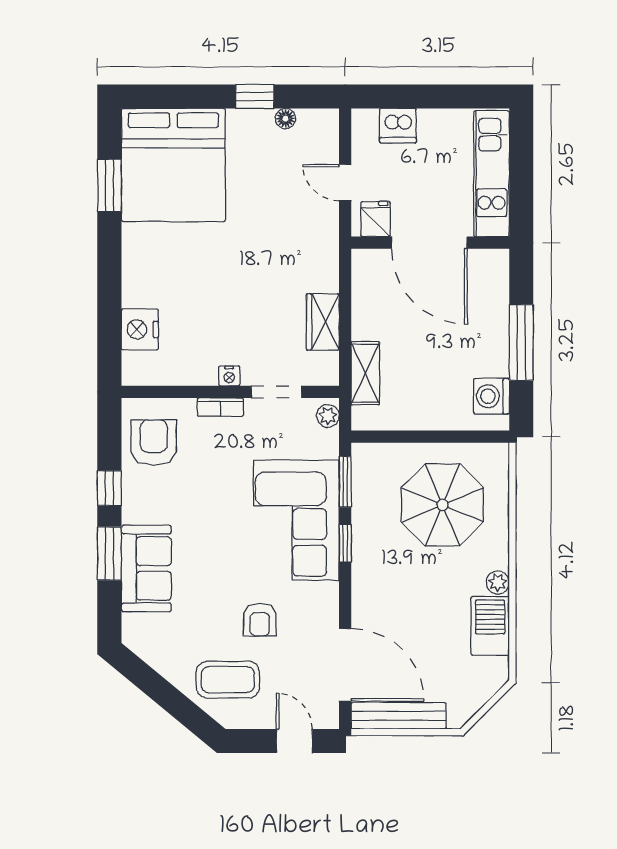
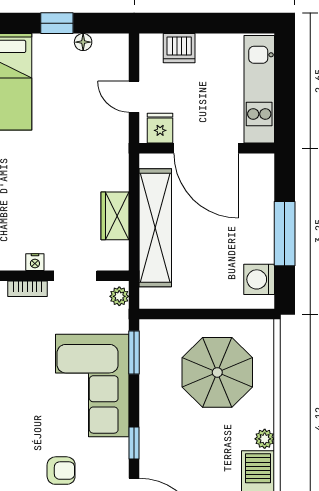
shelving: (365, 373) -> (155, 228), width x2.20, depth x1.33
window: (345, 543) -> (134, 443), moved
armchair: (260, 620) -> (61, 471), turned -90

